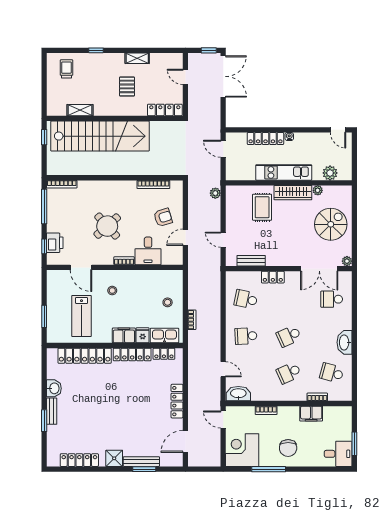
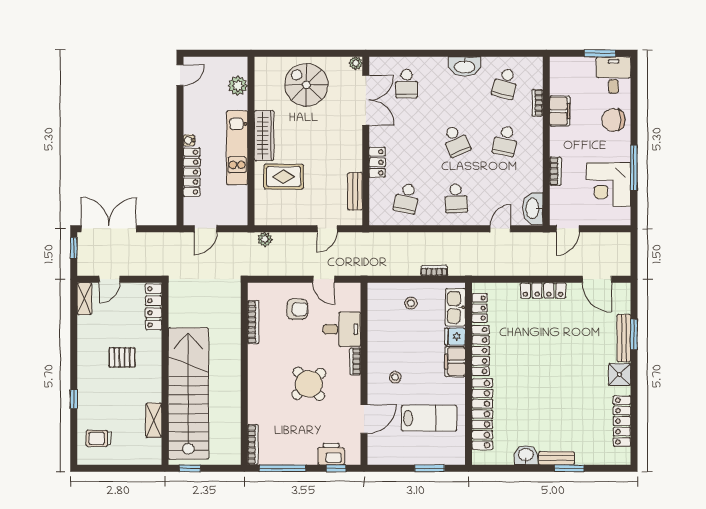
shelving: (137, 58) -> (84, 299), moved
plant: (318, 190) -> (261, 102), removed
armchair: (163, 217) -> (297, 309), turned 107
school desk: (289, 373) -> (505, 141), turned 36
chair: (288, 448) -> (614, 120), moved, turned 180
corner desk: (242, 450) -> (609, 184), moved

